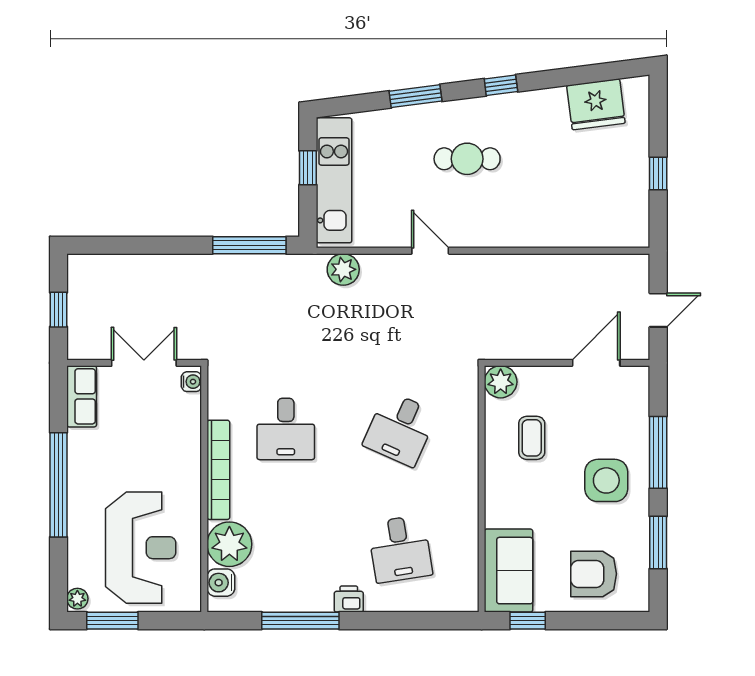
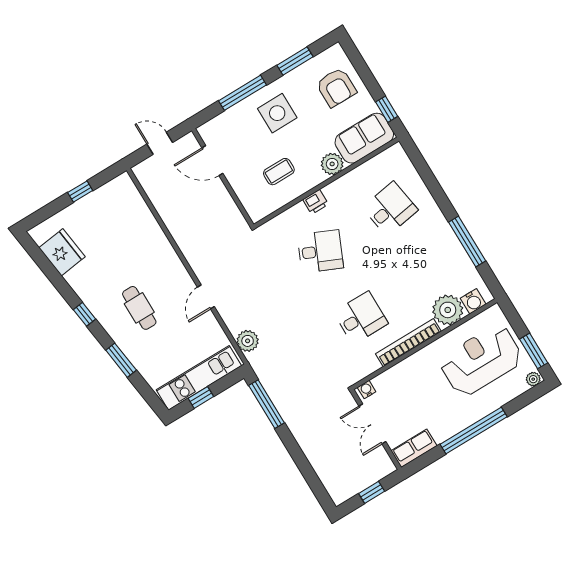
plant: (501, 382) -> (332, 164), moved
printer: (349, 599) -> (316, 202), moved, turned -90

